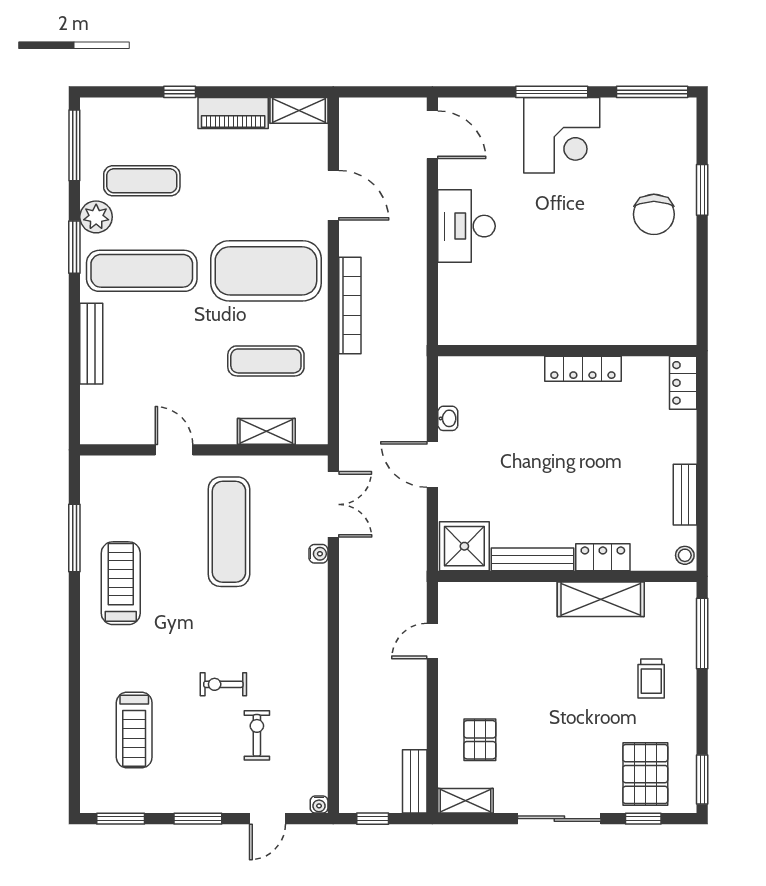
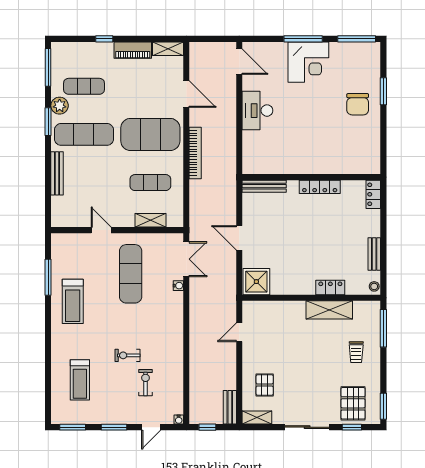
washbasin: (448, 418) -> (247, 213), removed
bench: (532, 559) -> (264, 186), moved
treadmill: (121, 583) -> (73, 301), turned 180

